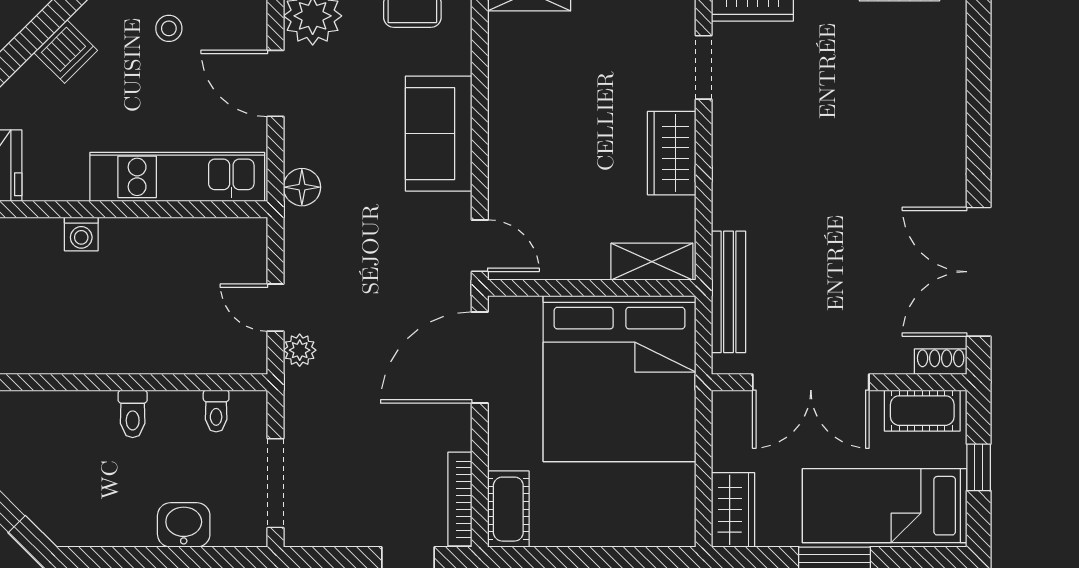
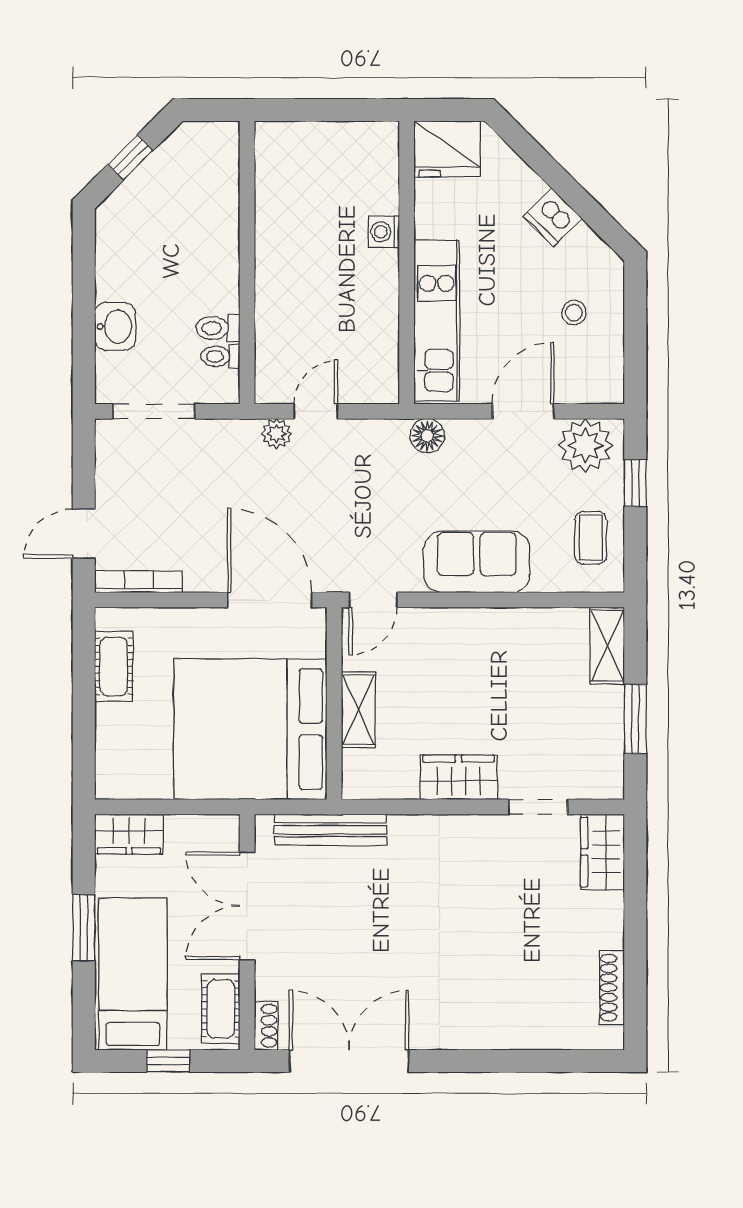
shelving: (652, 262) -> (358, 710), moved
toilet: (133, 414) -> (218, 328), moved
cot: (508, 509) -> (114, 666), moved, turned 90

